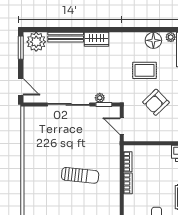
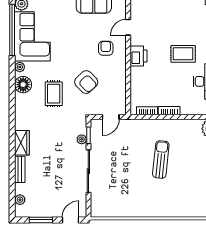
bench: (66, 37) -> (20, 169), width x0.73
plant: (36, 42) -> (20, 200), width x0.53, depth x0.53
window: (21, 48) -> (41, 220), moved

